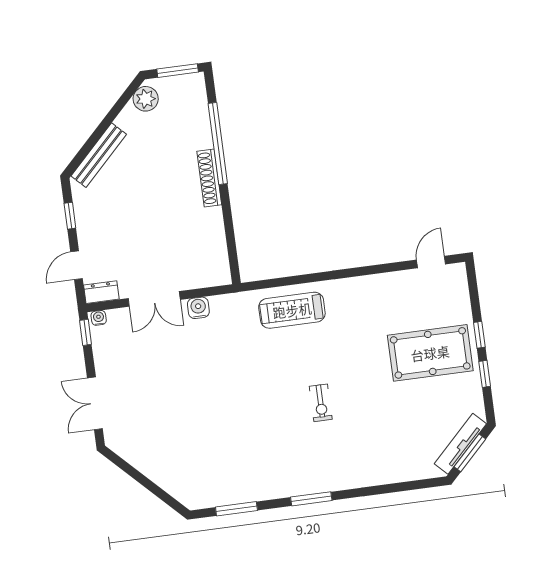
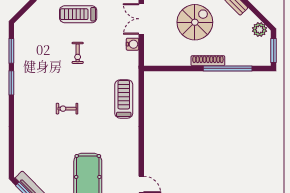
spiral stairs: (148, 208) -> (195, 22), added
exercise bike: (225, 398) -> (78, 53), added
treadmill: (160, 405) -> (78, 14), added
window: (311, 499) -> (11, 83), moved

